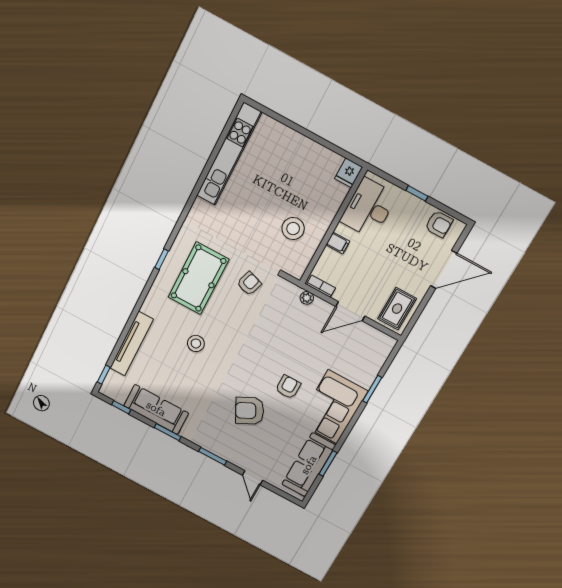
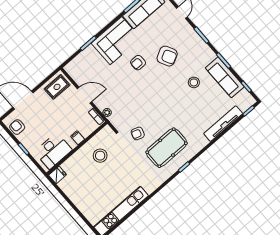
stool: (196, 343) -> (194, 82), moved

